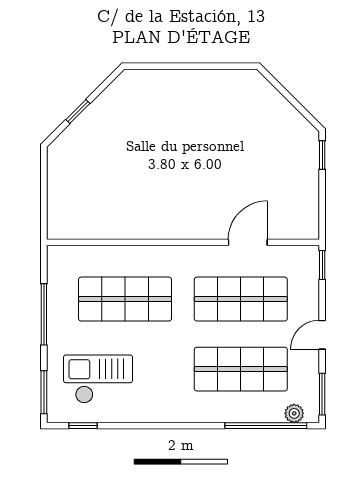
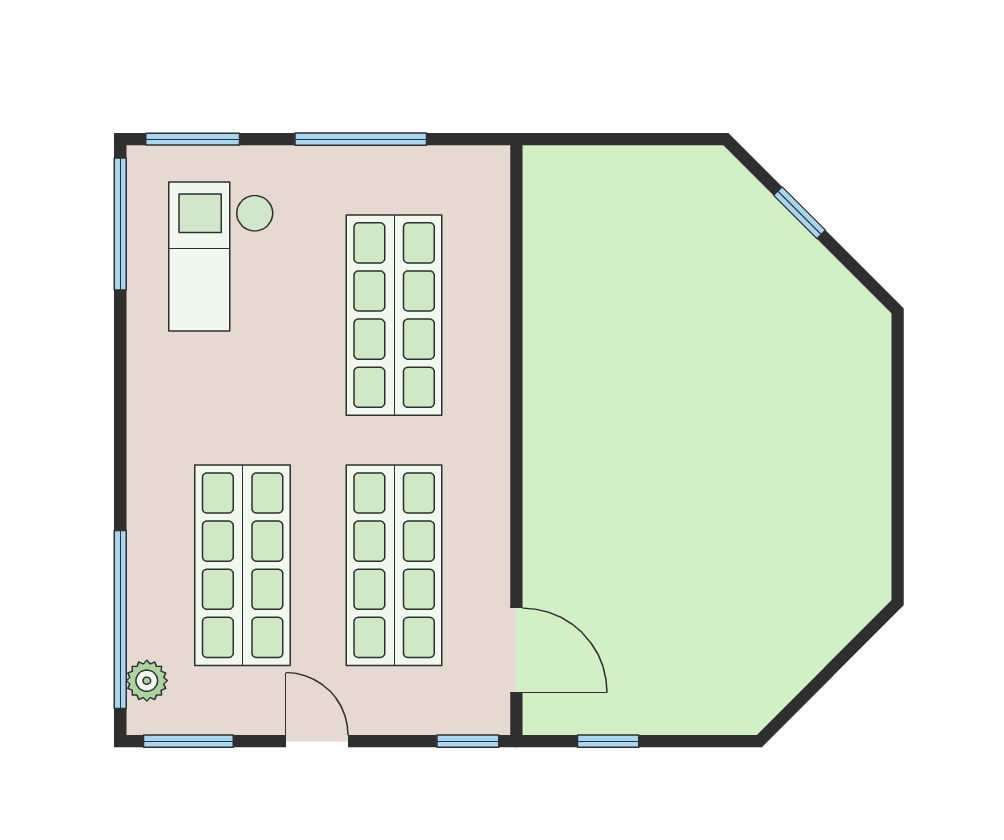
window: (322, 155) -> (608, 741), moved
door: (248, 242) -> (516, 650), moved
checkout: (98, 379) -> (221, 256), turned 180
window: (83, 426) -> (120, 224), width x2.17

